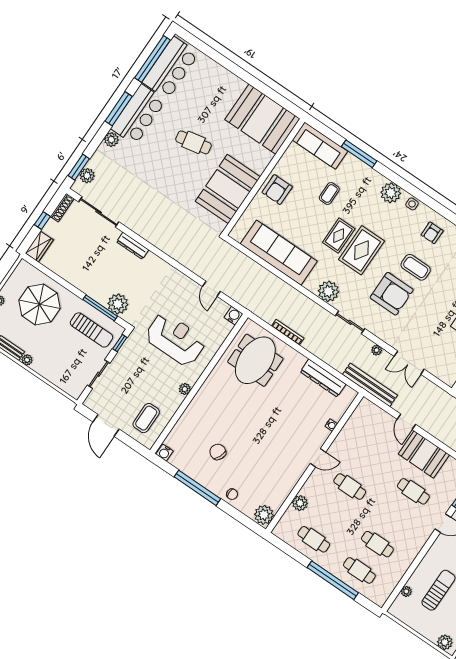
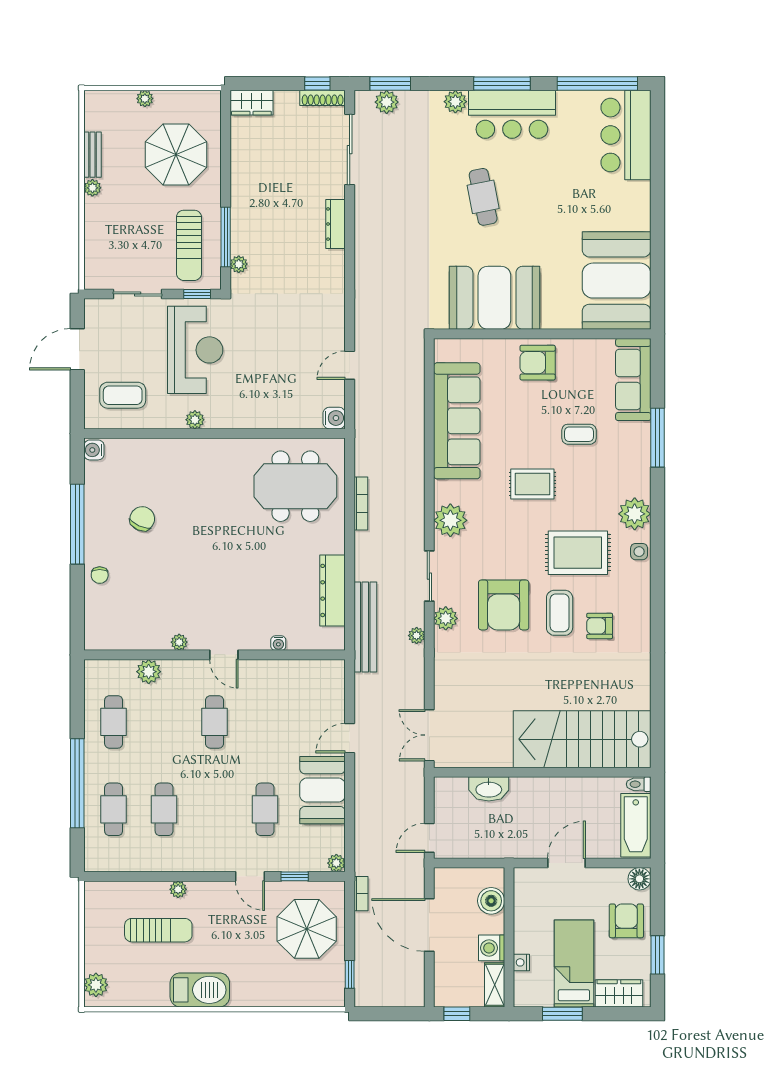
bar counter: (171, 68) -> (626, 135), moved, turned 90
cafe table: (193, 142) -> (483, 197), moved
window: (42, 220) -> (317, 84), moved
armchair: (432, 233) -> (600, 626), moved
rug: (362, 250) -> (578, 553), moved
plant: (118, 304) -> (239, 264), width x0.53, depth x0.53
plant: (378, 329) -> (446, 618), added
reception desk: (175, 339) -> (195, 350), moved
double door: (409, 363) -> (429, 735), moved
bench: (370, 385) -> (365, 627), moved
plant: (264, 515) -> (179, 642), moved, width x0.53, depth x0.53
plant: (406, 591) -> (178, 889), moved

